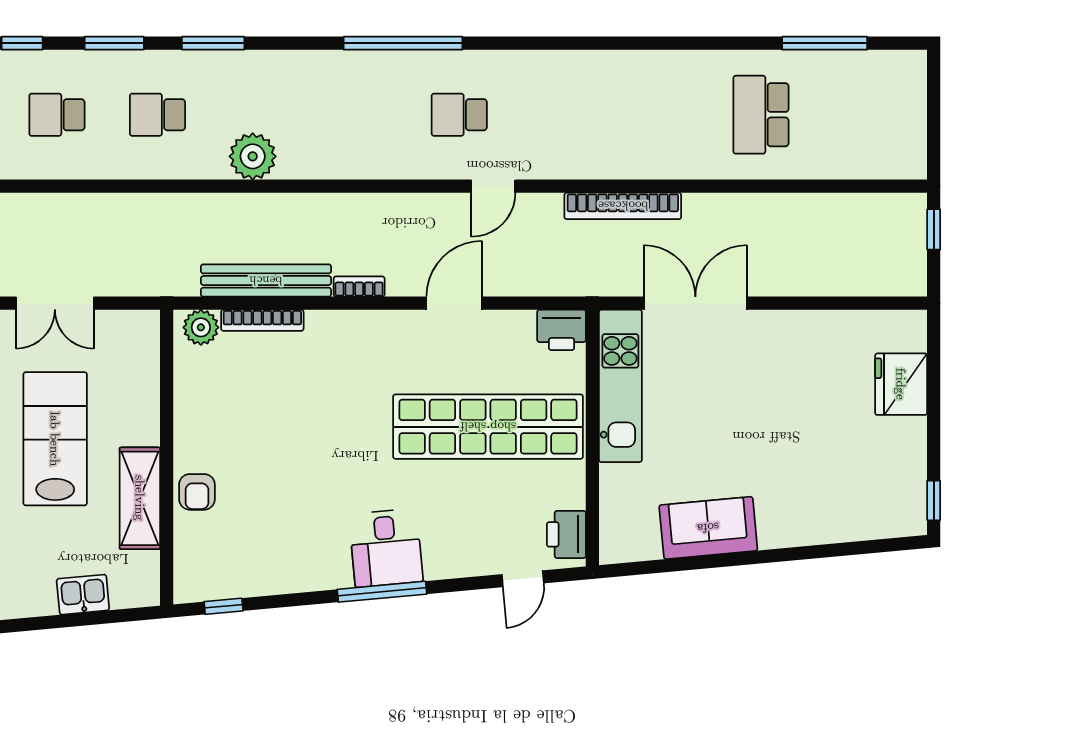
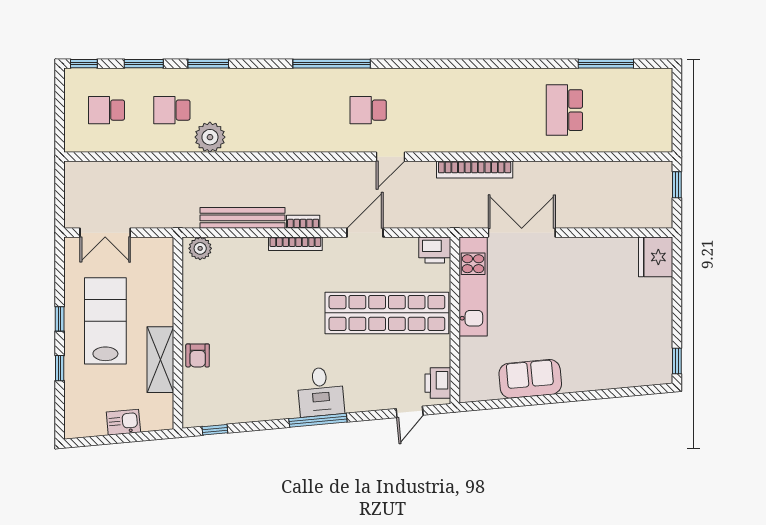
plant: (253, 156) -> (210, 137), moved
bookcase: (262, 320) -> (295, 244), moved
fridge: (901, 384) -> (656, 257), moved

